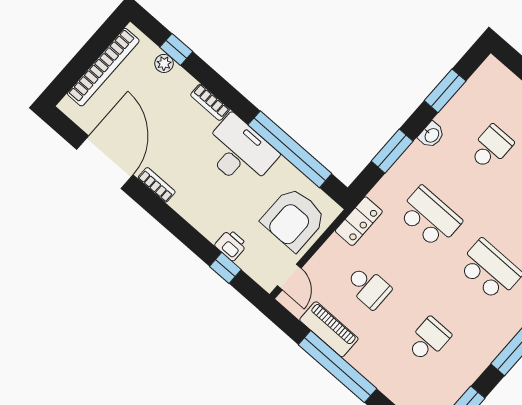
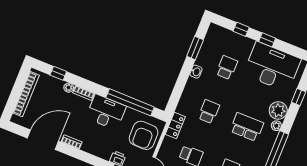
plant: (164, 63) -> (69, 88), moved
window: (392, 151) -> (180, 86), removed
door: (105, 162) -> (43, 140), hinge flipped
school desk: (430, 217) -> (209, 112), width x0.54

